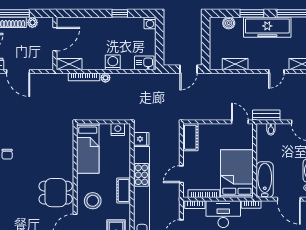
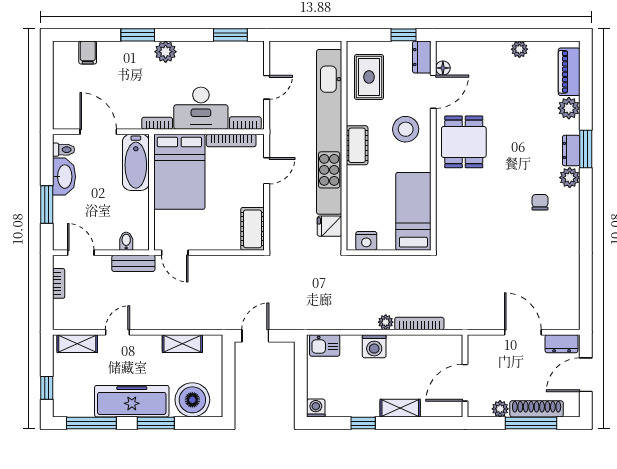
boiler: (229, 23) -> (192, 400), width x1.86, depth x1.86
shelving: (69, 64) -> (400, 408), moved
dining table: (56, 193) -> (464, 142), turned 90

